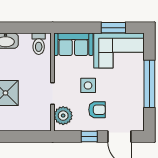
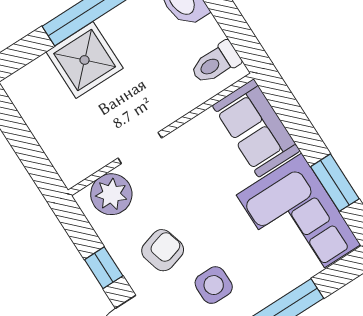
side table: (88, 85) -> (214, 285), moved
armchair: (97, 110) -> (163, 250), turned -106

